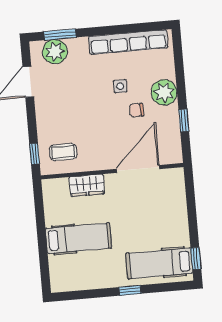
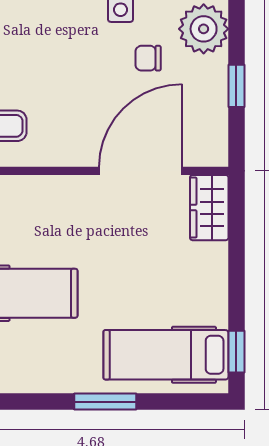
wardrobe: (87, 185) -> (209, 208), moved, turned 90
window: (130, 290) -> (105, 402), width x1.50

